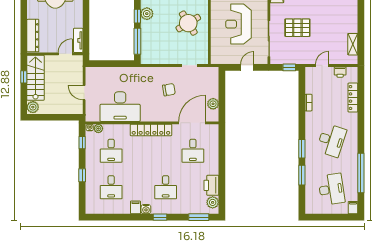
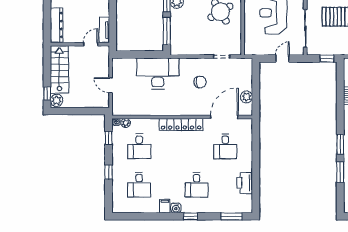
window: (24, 77) -> (47, 93), moved
desk: (120, 107) -> (158, 74), moved, turned 180
plant: (213, 202) -> (246, 201), removed

